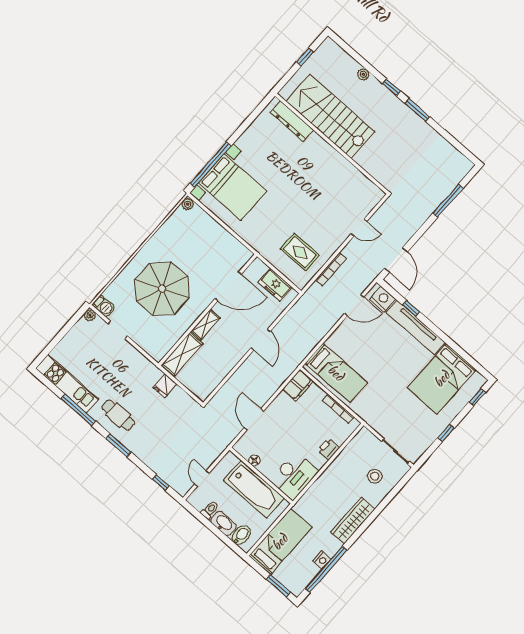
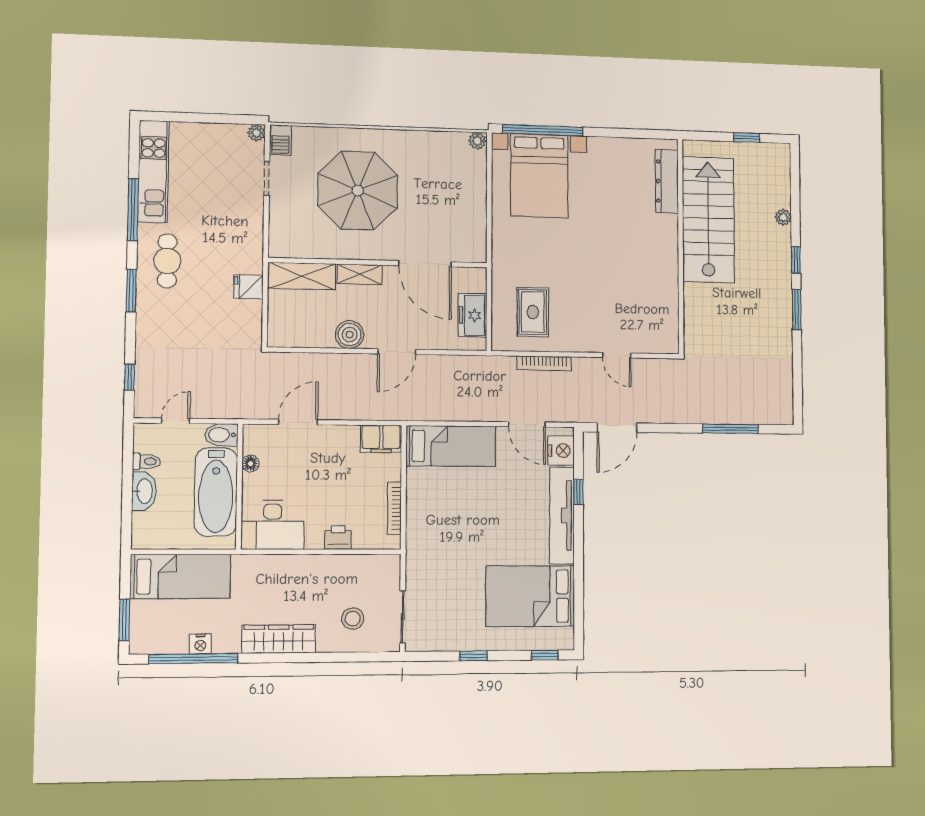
boiler: (232, 356) -> (350, 335), added
bed: (336, 373) -> (451, 446), moved, turned -90
bidet: (241, 535) -> (221, 435), moved, turned 180

